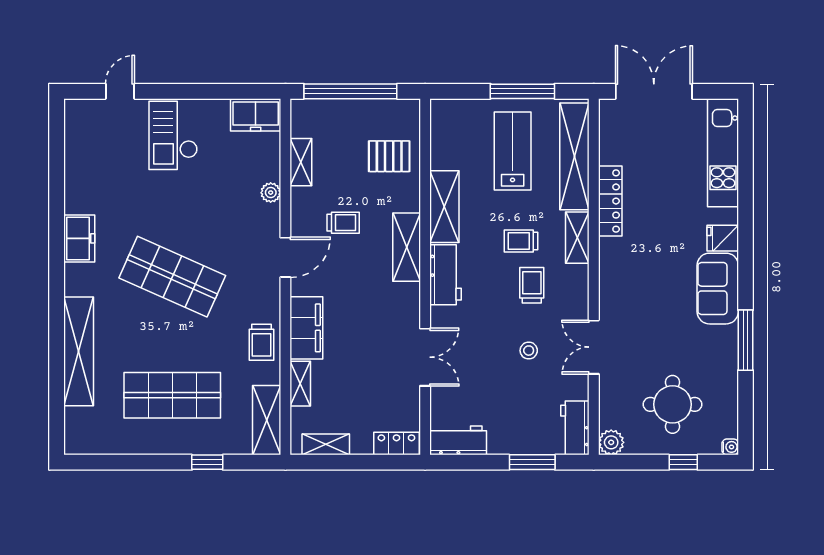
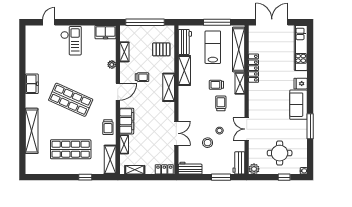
checkout: (173, 135) -> (71, 41), turned 180
workbench: (446, 275) -> (185, 42), moved
stool: (500, 379) -> (208, 143), added

